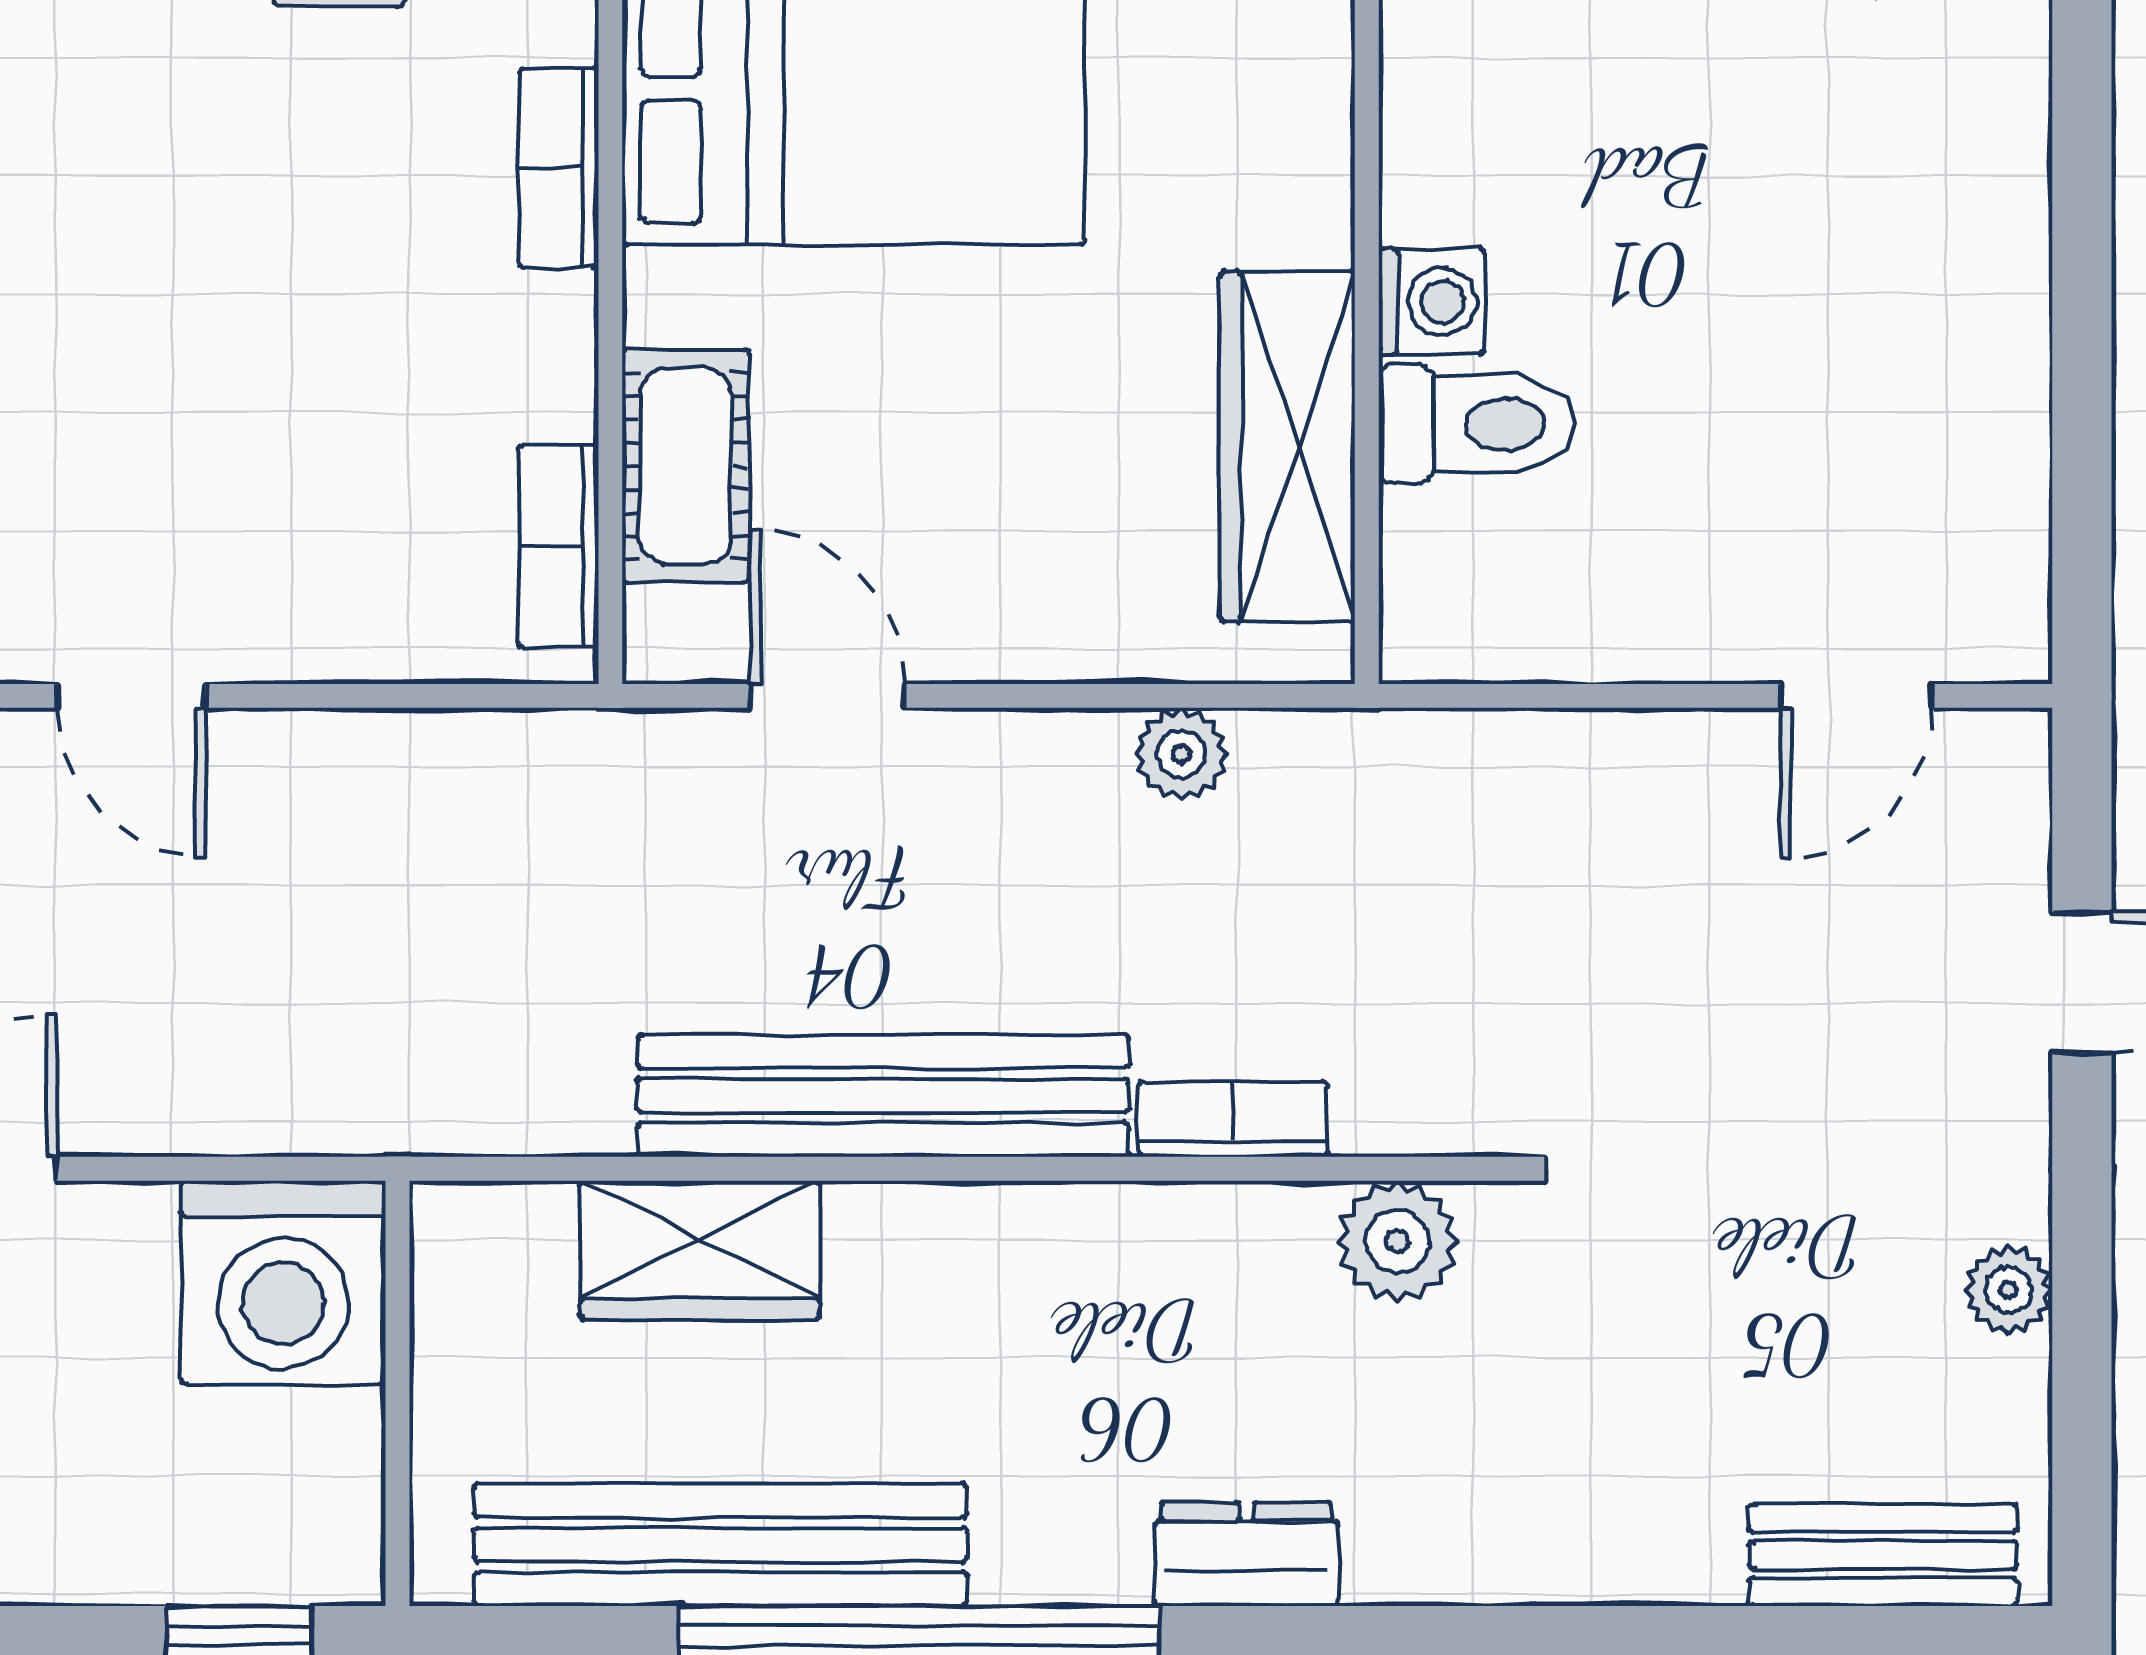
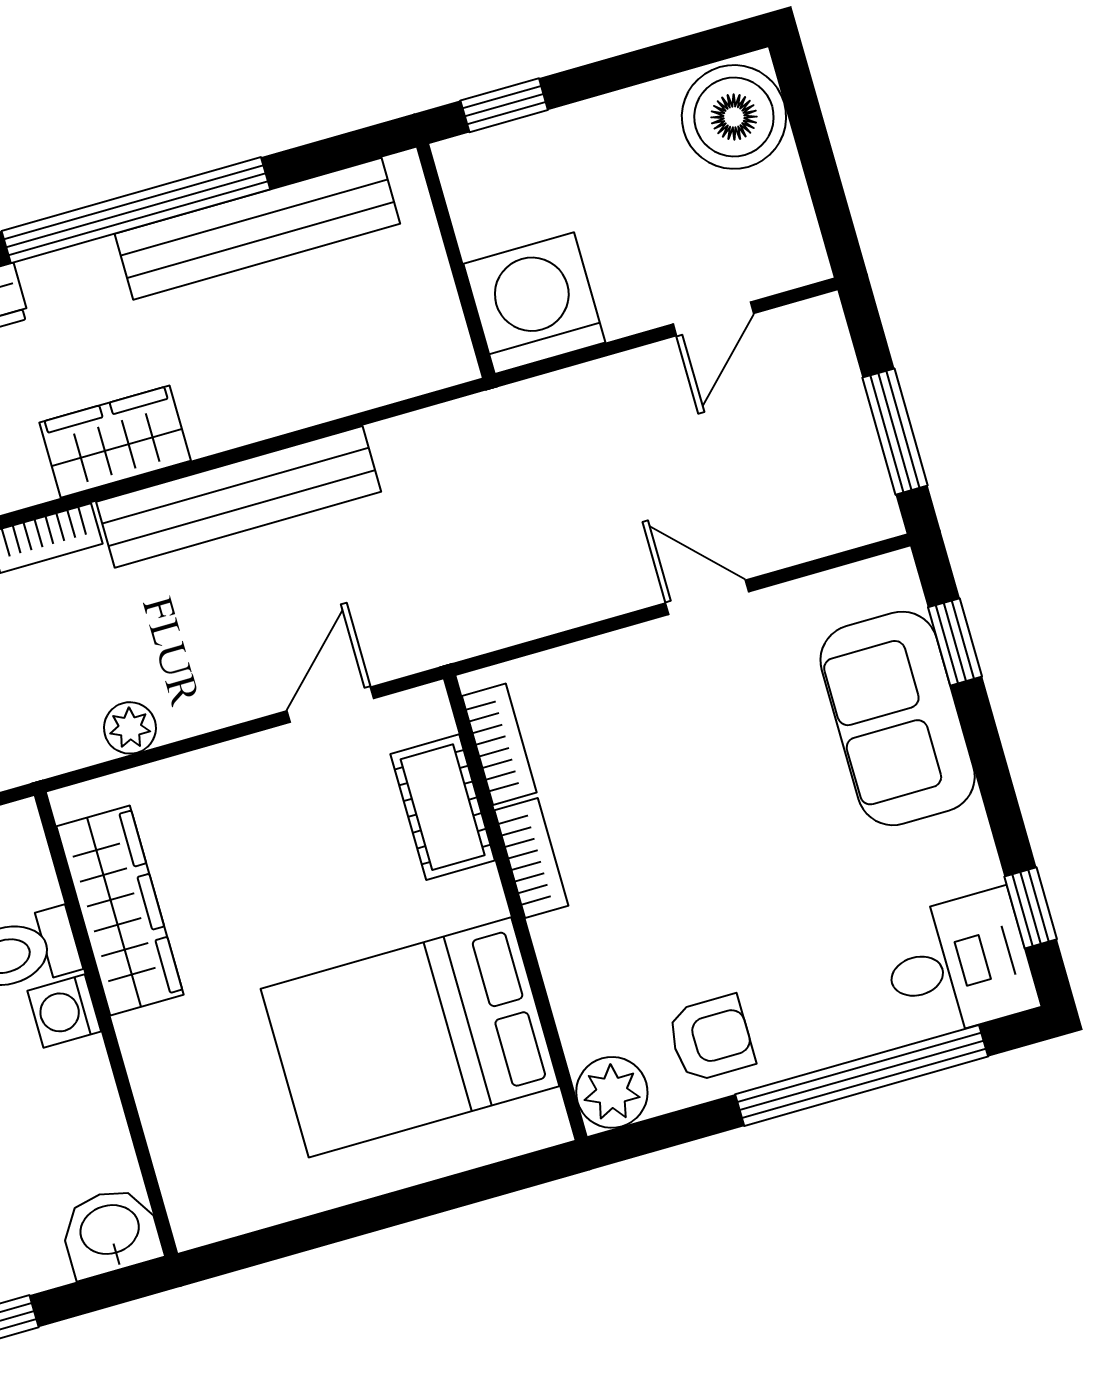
bookcase: (559, 168) -> (531, 858), moved
door: (828, 696) -> (330, 705), swing flipped
wardrobe: (700, 1250) -> (115, 442), moved

